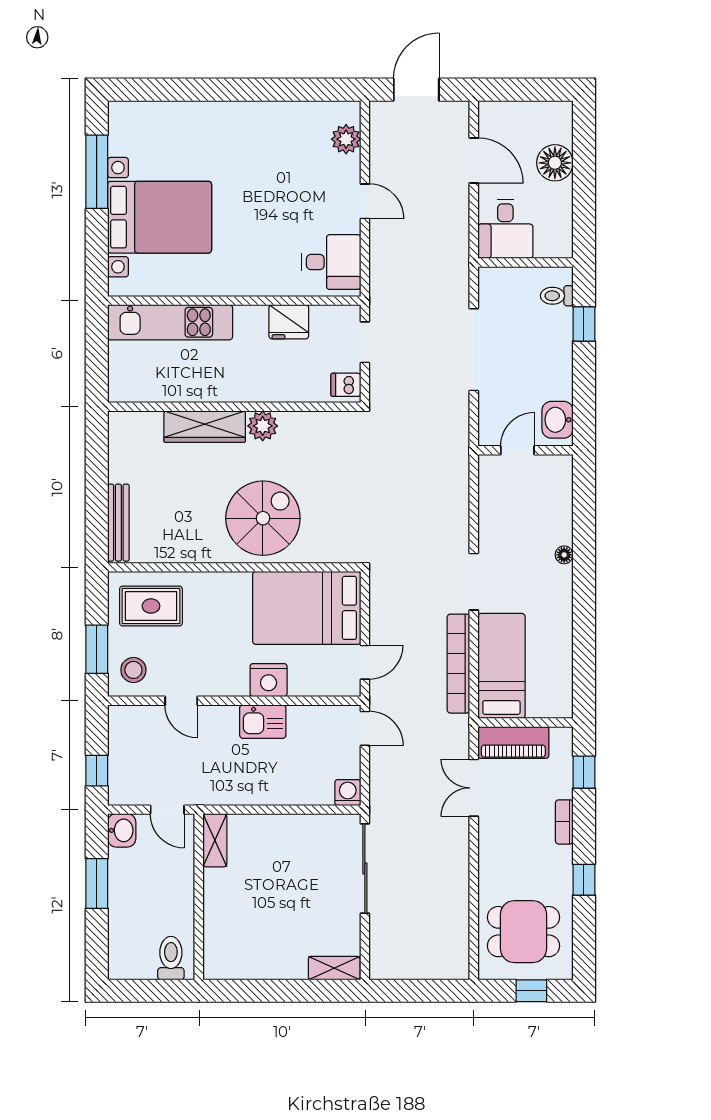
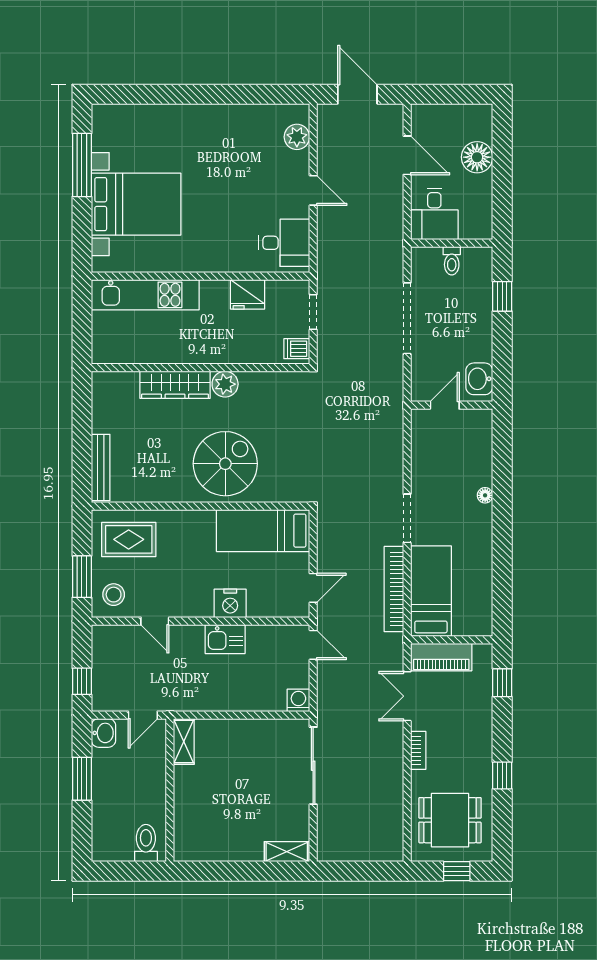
door: (416, 90) -> (357, 94), hinge flipped
toilet: (557, 296) -> (452, 261), moved, turned -90
bed: (307, 608) -> (263, 531), width x0.67
door: (167, 810) -> (143, 715), hinge flipped
bookcase: (564, 822) -> (418, 750), moved, turned 180

